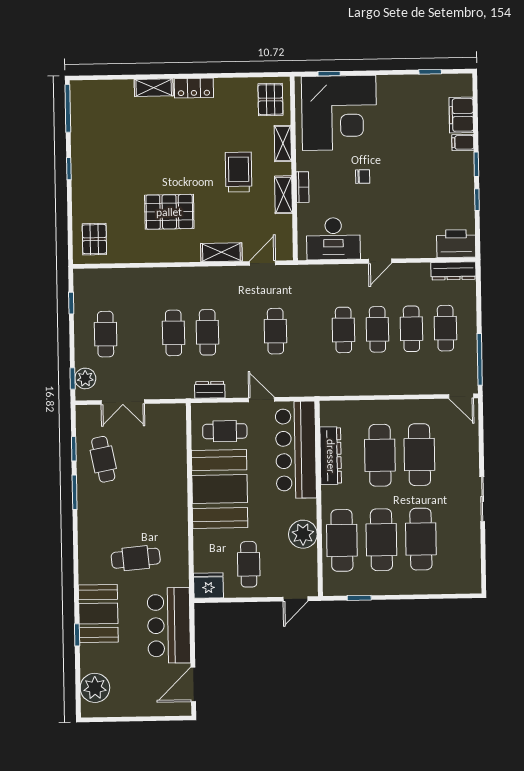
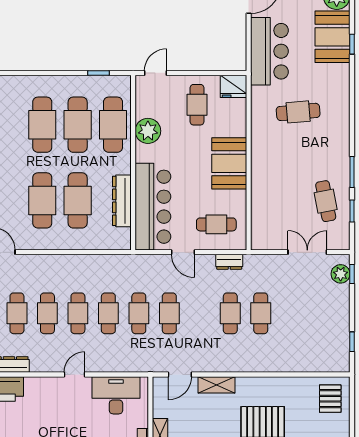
cafe table: (106, 334) -> (139, 313), moved
booth: (220, 489) -> (229, 163), width x0.73, depth x0.70
booth: (98, 613) -> (333, 37), moved

